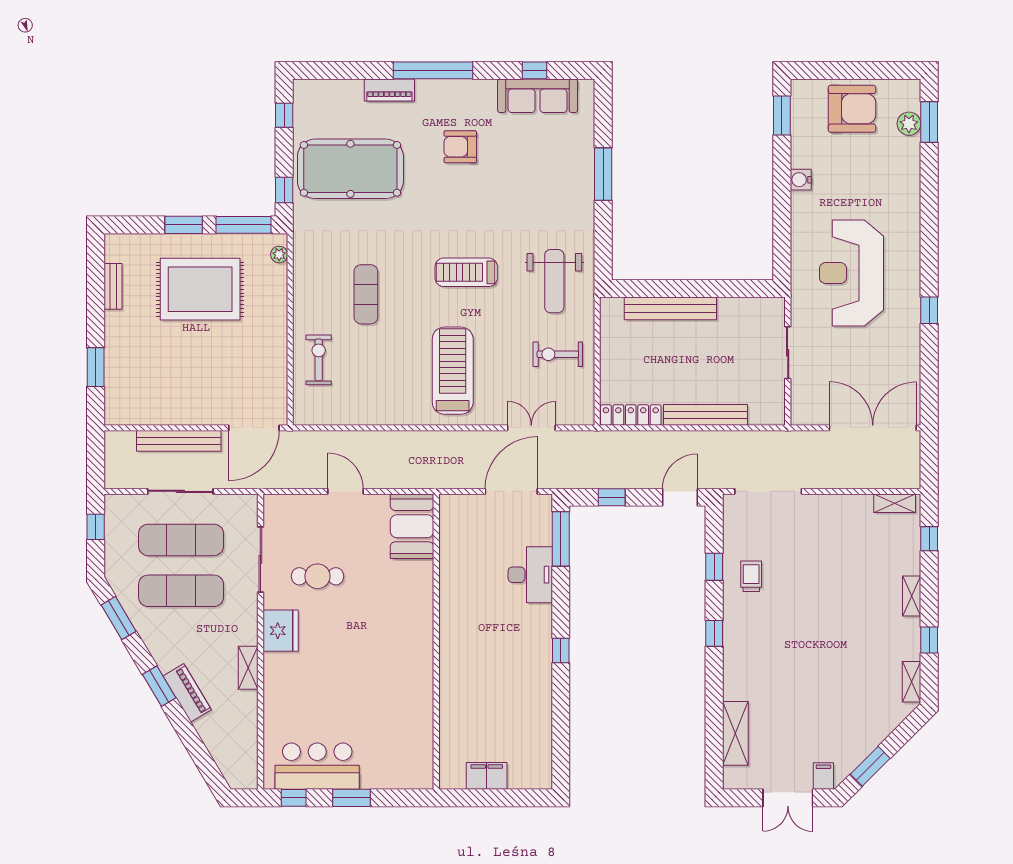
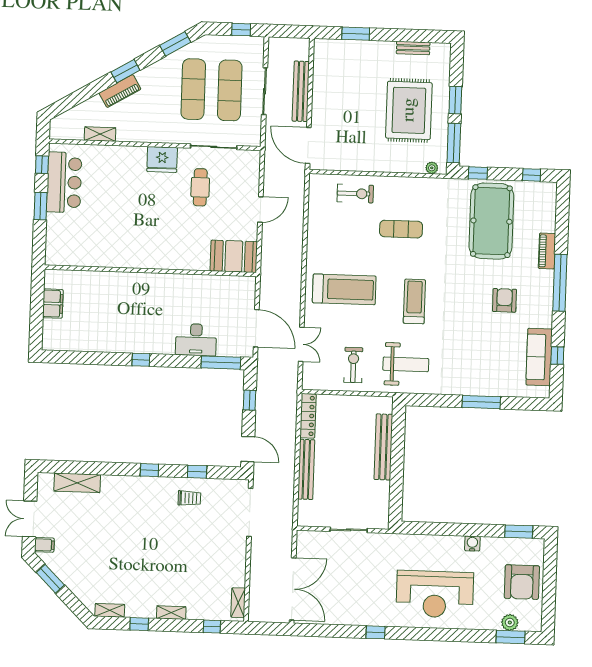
reception desk: (852, 273) -> (435, 594), moved, turned 180
weight bench: (554, 281) -> (406, 364), turned 180
shelving: (248, 668) -> (100, 134), moved

